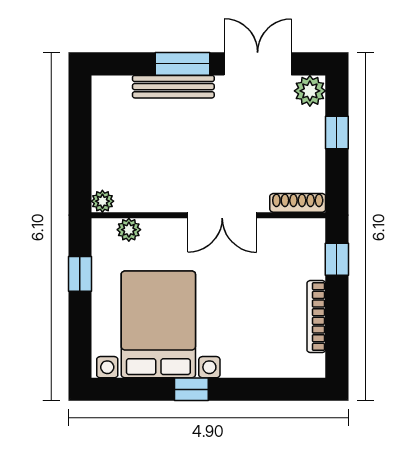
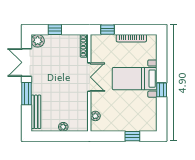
bench: (173, 87) -> (36, 112), moved
plant: (102, 201) -> (63, 127), moved
window: (80, 274) -> (132, 136), moved
bed with nightstands: (158, 324) -> (135, 79), moved, width x0.73

